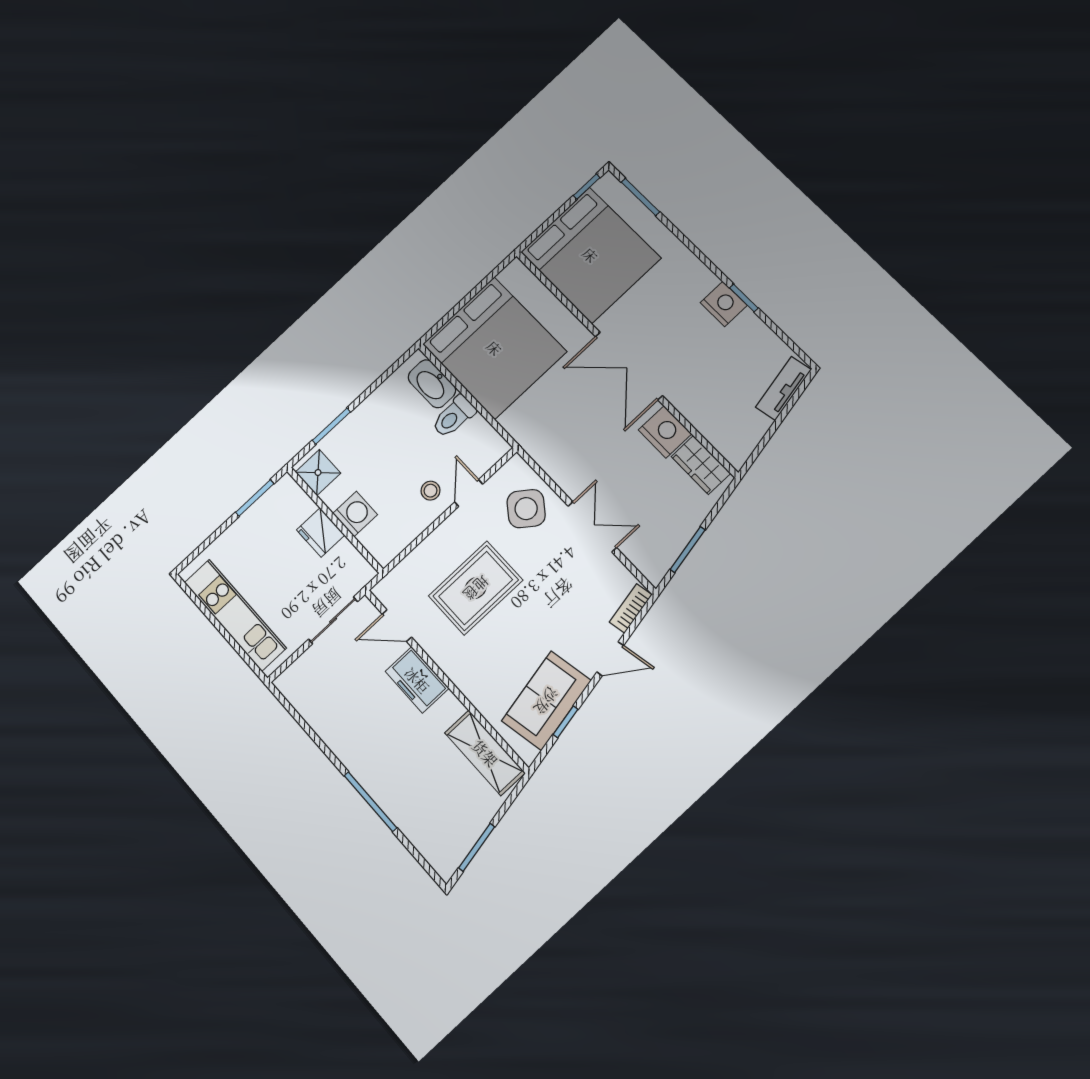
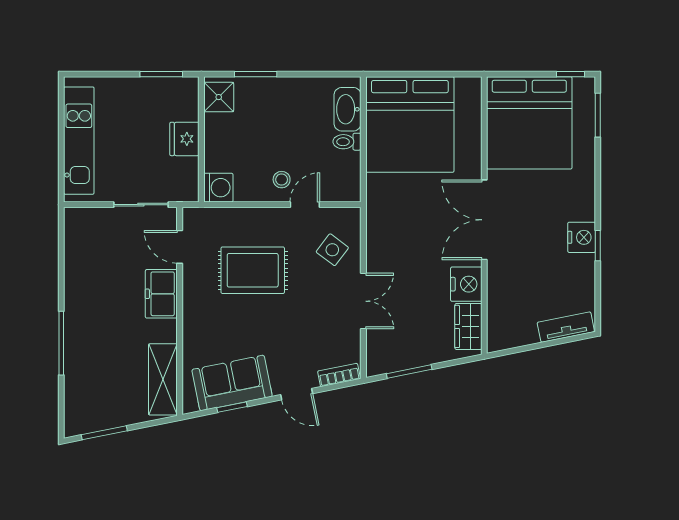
toilet: (454, 416) -> (347, 142), width x0.73, depth x0.72
side table: (526, 509) -> (332, 250), width x0.73, depth x0.73
washing machine: (355, 514) -> (218, 188), moved

